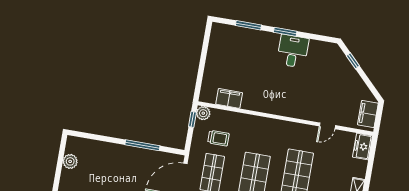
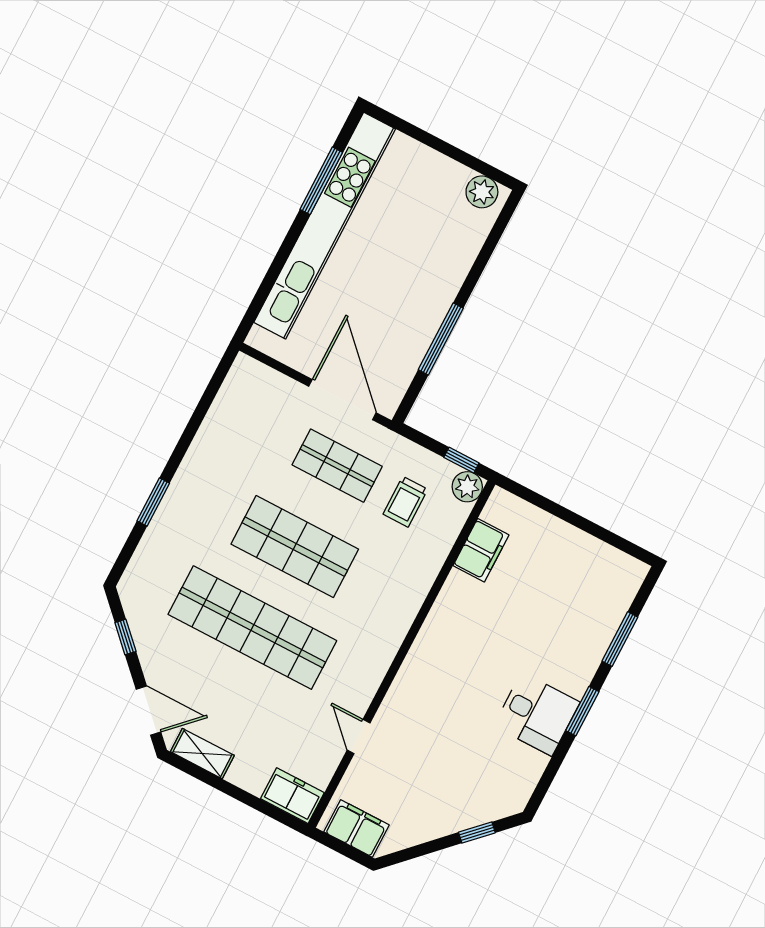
plant: (70, 161) -> (482, 192), moved

